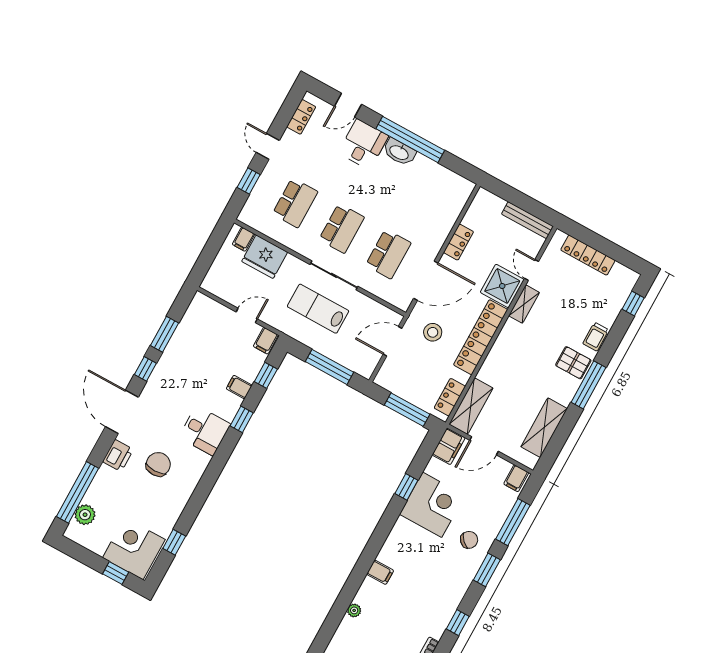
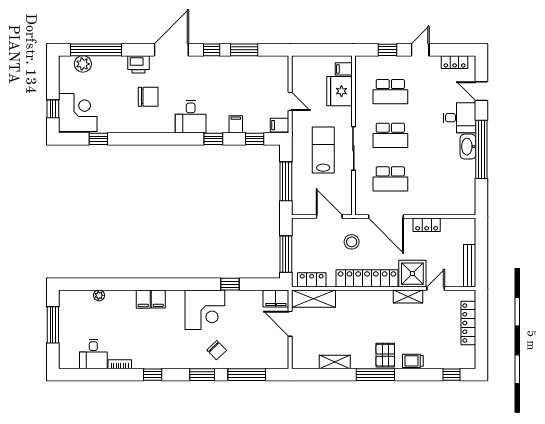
shelving: (544, 428) -> (335, 362), width x0.67, depth x0.75
filing cabinet: (516, 478) -> (143, 299), moved, turned -90
corner desk: (432, 505) -> (205, 310), moved
plant: (354, 610) -> (99, 295), moved

